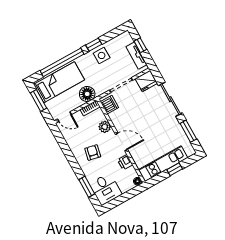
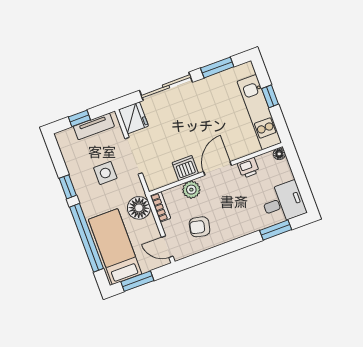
side table: (102, 55) -> (105, 173), moved
dishwasher: (109, 105) -> (185, 168), moved
door: (64, 117) -> (167, 247), swing flipped
armchair: (93, 152) -> (200, 227), moved

